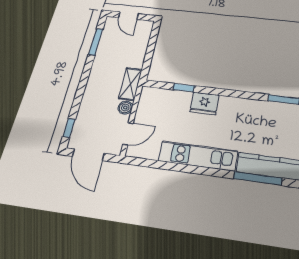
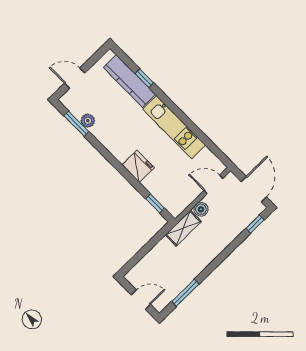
door: (128, 16) -> (141, 300), hinge flipped
window: (184, 88) -> (155, 204), moved
plant: (276, 108) -> (88, 121), added
window: (258, 178) -> (144, 78), width x0.46

